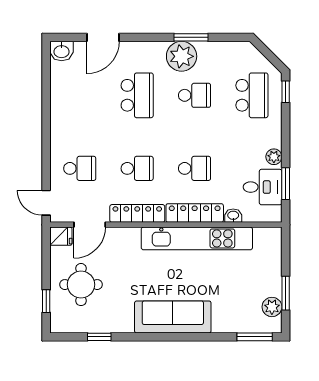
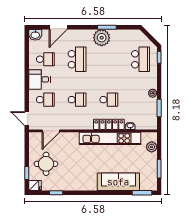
school desk: (195, 95) -> (45, 59), moved
desk: (263, 187) -> (39, 79), moved, turned 180
locker: (137, 213) -> (77, 125), removed
fridge: (61, 236) -> (35, 186), moved
plant: (272, 307) -> (152, 147), moved
sofa: (173, 317) -> (118, 182), moved

